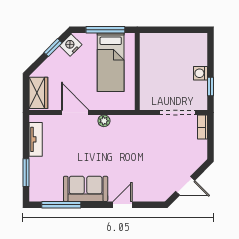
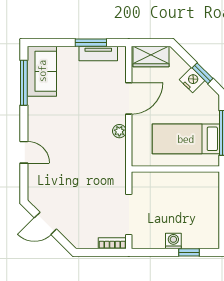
nightstand: (71, 45) -> (192, 80), moved
window: (211, 87) -> (189, 252), moved
window: (26, 173) -> (91, 43), moved
door: (185, 186) -> (45, 223), hinge flipped
sofa: (86, 189) -> (42, 71), moved

